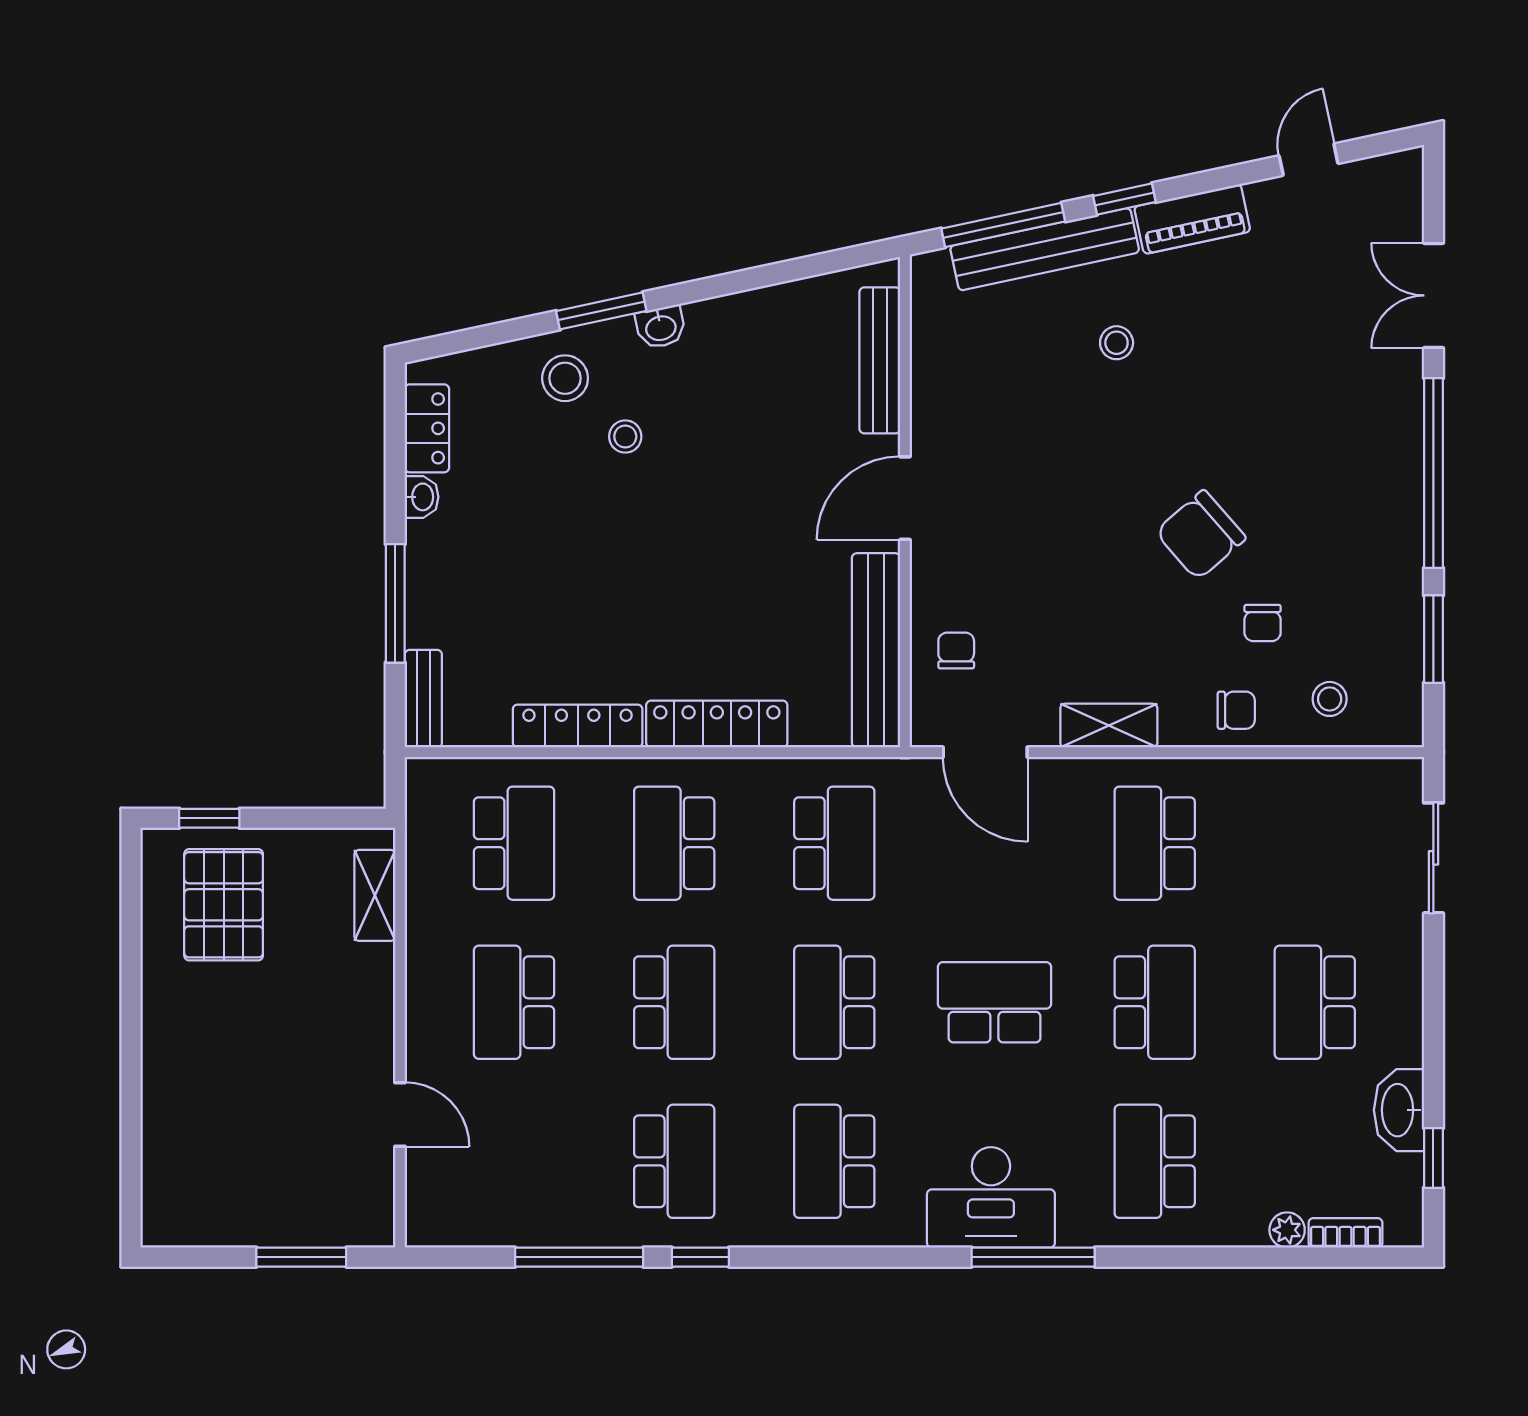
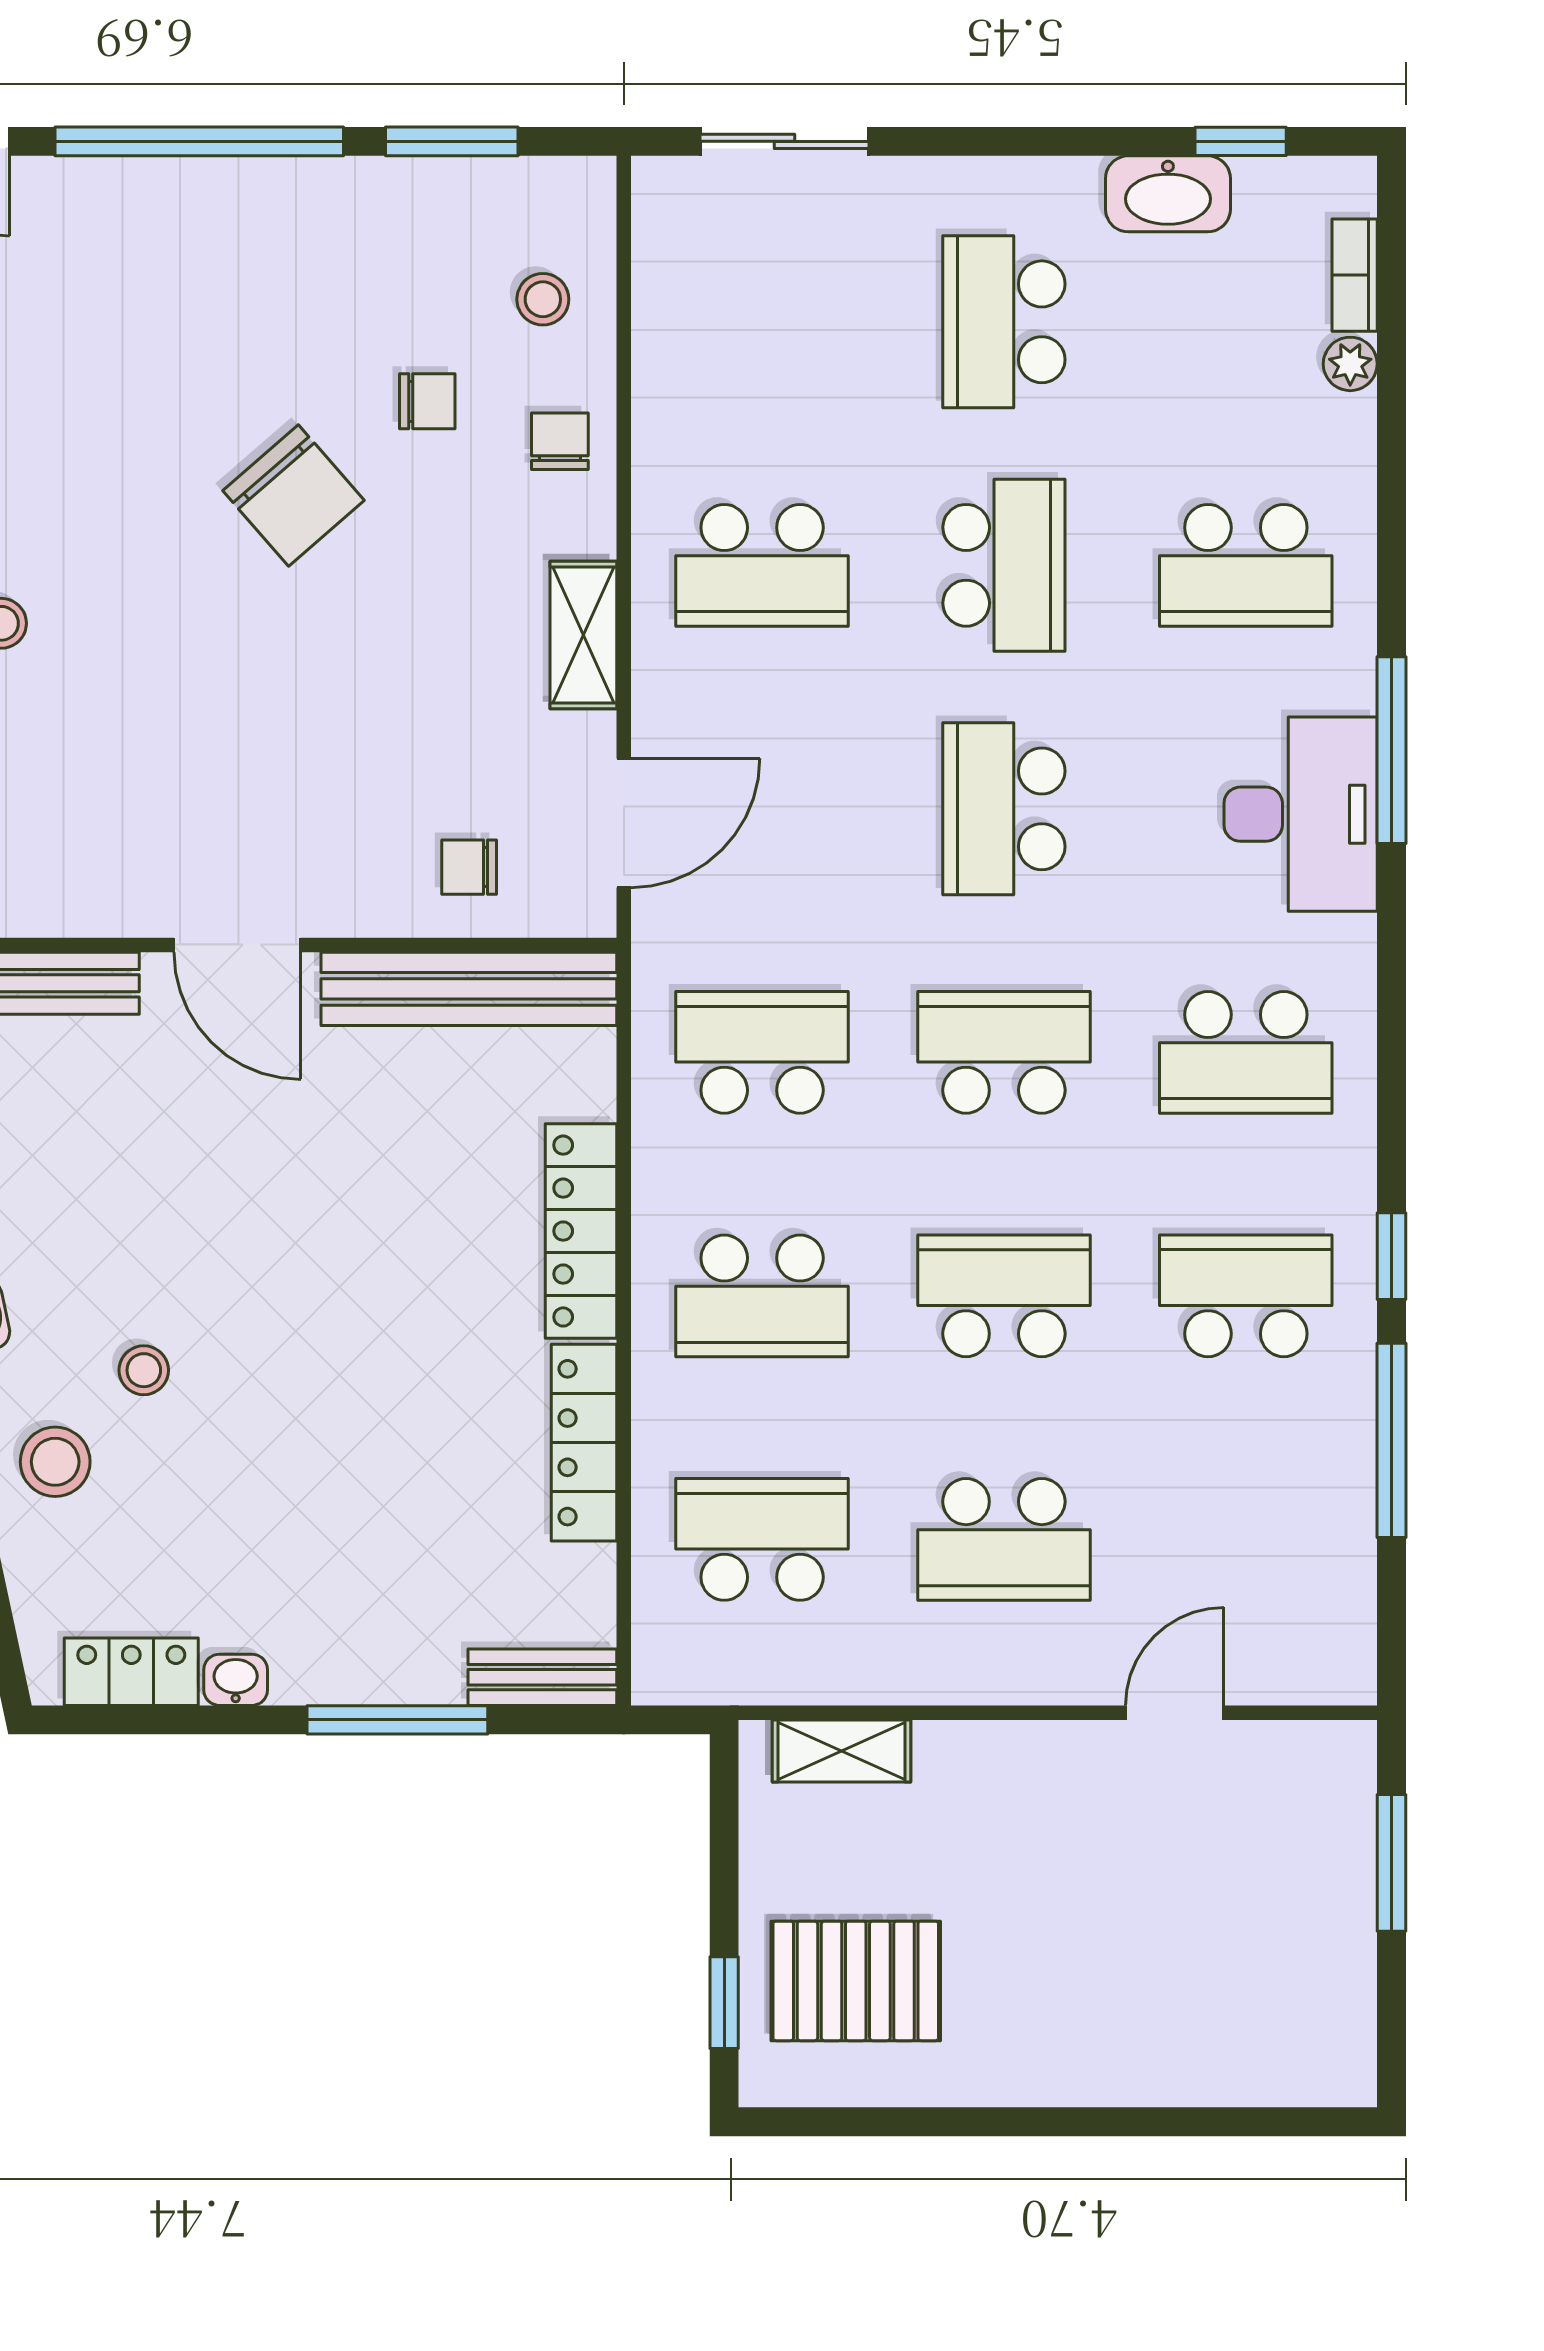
school desk: (834, 1002) -> (1004, 1052), turned 180
school desk: (1155, 1002) -> (1004, 565), turned 90
school desk: (1315, 1002) -> (1004, 322), turned 90

